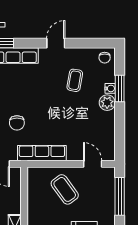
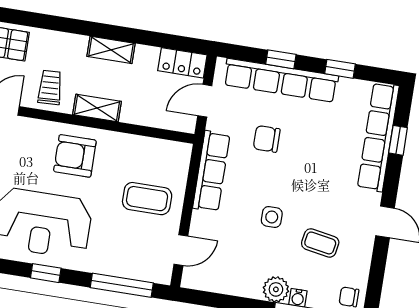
side table: (64, 112) -> (272, 217), added
coffee table: (65, 189) -> (147, 199), turned 36

